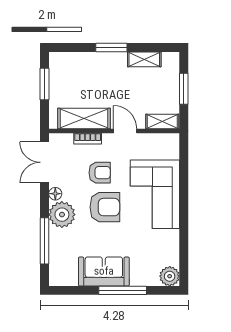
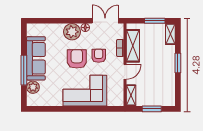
shelving: (144, 59) -> (170, 34), moved
armchair: (100, 173) -> (99, 56), turned 180
armchair: (105, 207) -> (77, 59), turned 180
window: (45, 241) -> (55, 21), removed
sofa: (104, 271) -> (36, 58), width x1.36
plant: (170, 276) -> (33, 87), moved

